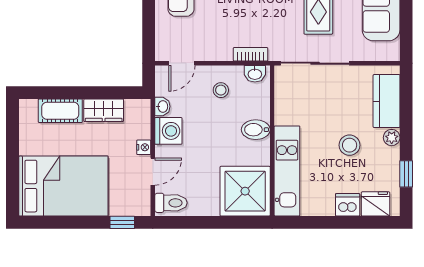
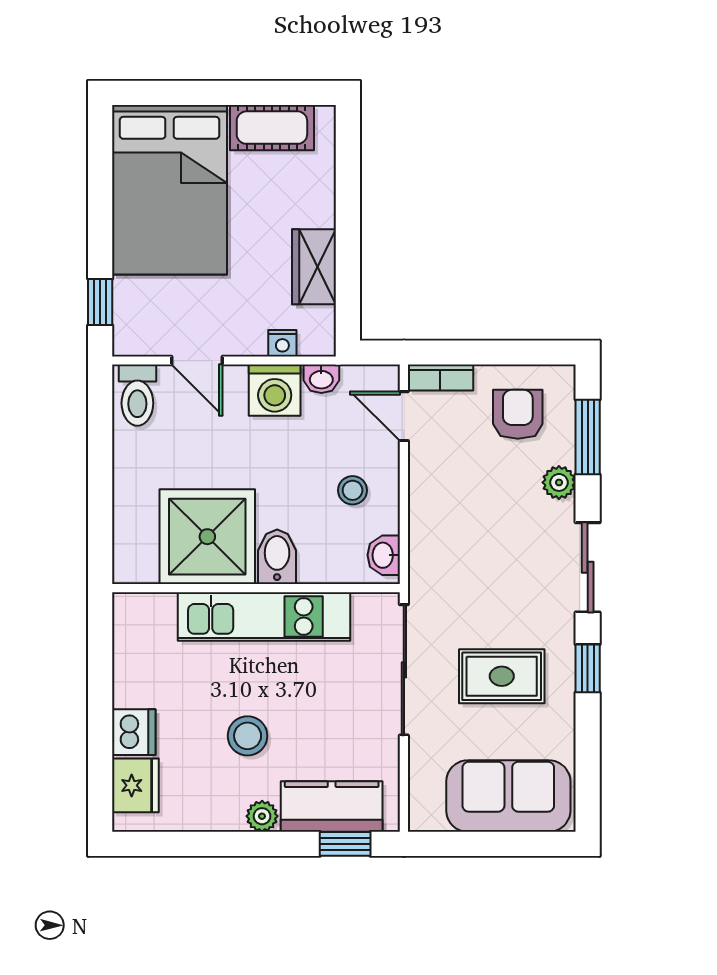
bookcase: (251, 54) -> (440, 378), moved, turned 90
cot: (60, 111) -> (272, 128), moved, turned 90
nightstand: (144, 147) -> (282, 343), moved
kitchen unit: (287, 171) -> (264, 616), moved
window: (406, 174) -> (345, 844), moved
shower: (245, 191) -> (207, 537), moved

